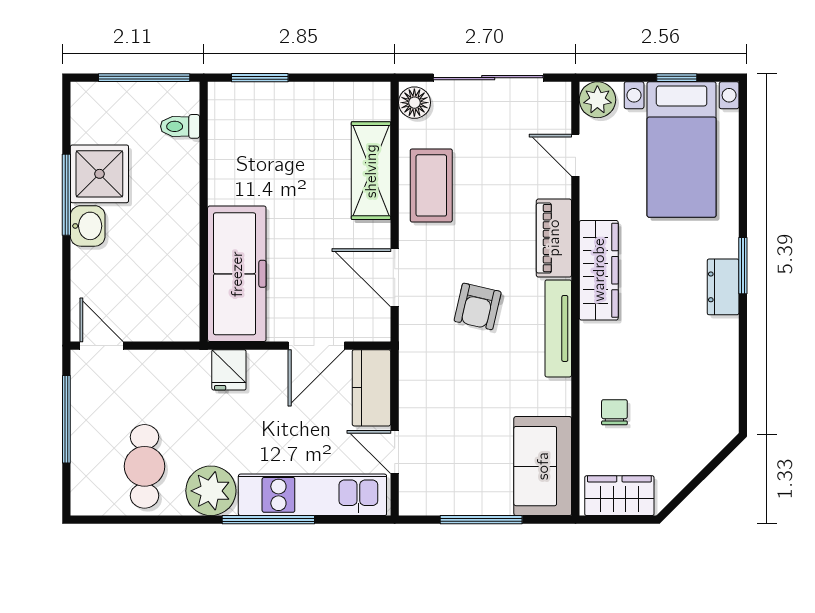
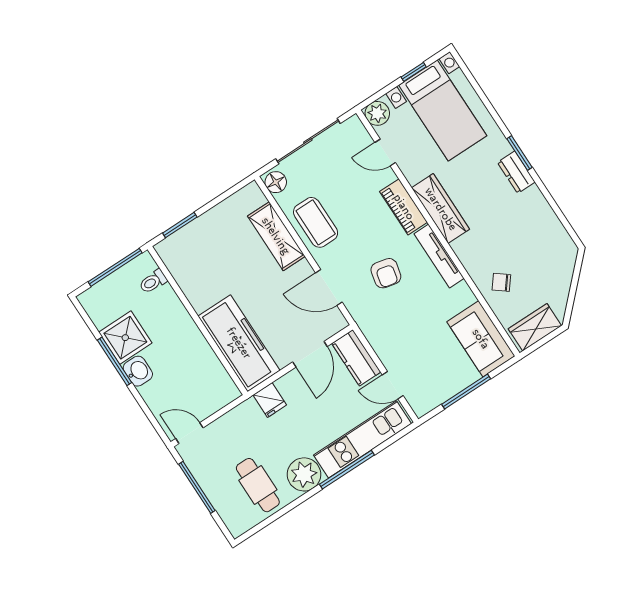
chair: (614, 412) -> (501, 282), turned -52

